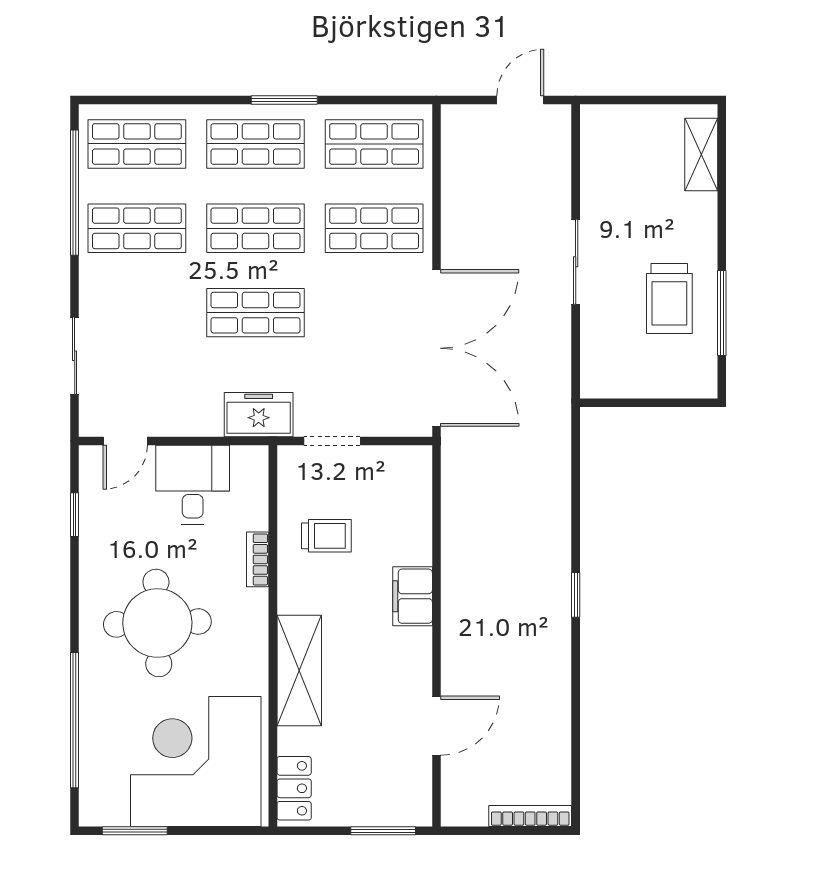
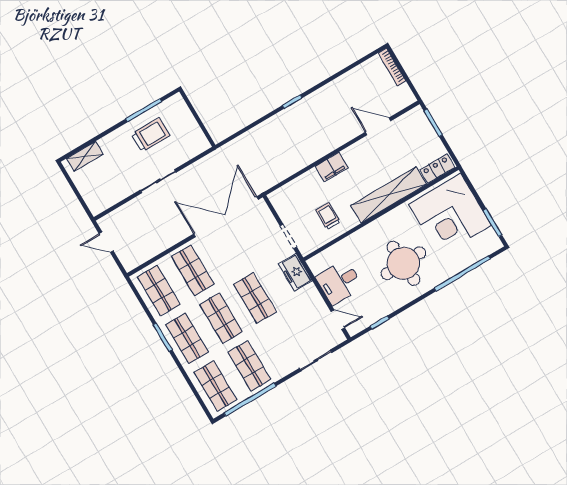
bookcase: (258, 559) -> (354, 238), removed
shelving: (299, 671) -> (389, 195), width x1.47

